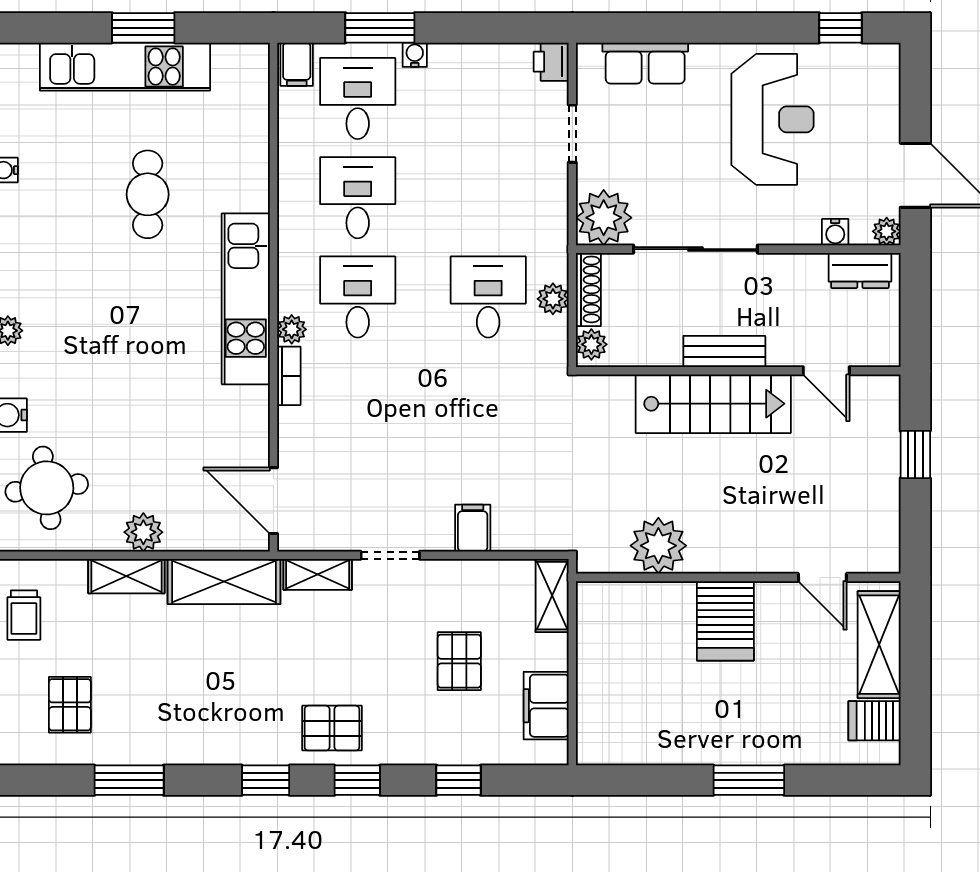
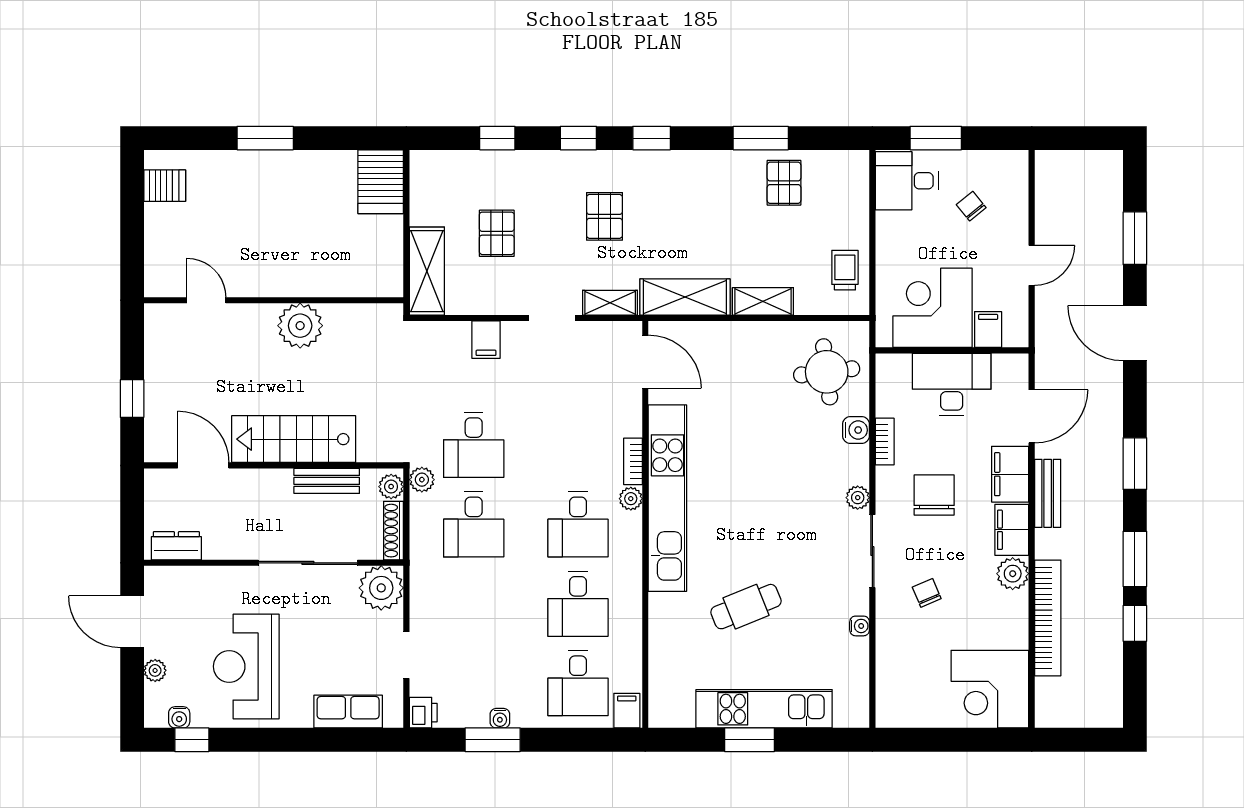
window: (380, 28) -> (493, 740), moved
water cooler: (415, 55) -> (500, 718), moved
cafe table: (148, 194) -> (746, 607), turned 68
plant: (887, 231) -> (155, 670), moved
water cooler: (835, 232) -> (179, 717), moved, turned 180
kitchen unit: (246, 299) -> (667, 498), width x1.36
plant: (553, 299) -> (422, 480), moved
bench: (724, 351) -> (327, 481), moved
door: (826, 371) -> (203, 465), width x1.38
desk: (488, 396) -> (474, 445), added
plant: (143, 532) -> (749, 336), removed
plant: (658, 546) -> (300, 326), moved
shelving: (552, 596) -> (427, 271), width x1.50, depth x1.33
server rack: (725, 621) -> (381, 182), moved, turned 180
shelving: (879, 645) -> (161, 247), removed
pallet: (70, 705) -> (784, 183), moved
filing cabinet: (546, 706) -> (427, 198), removed
pallet: (332, 728) -> (604, 216), moved, turned 90

